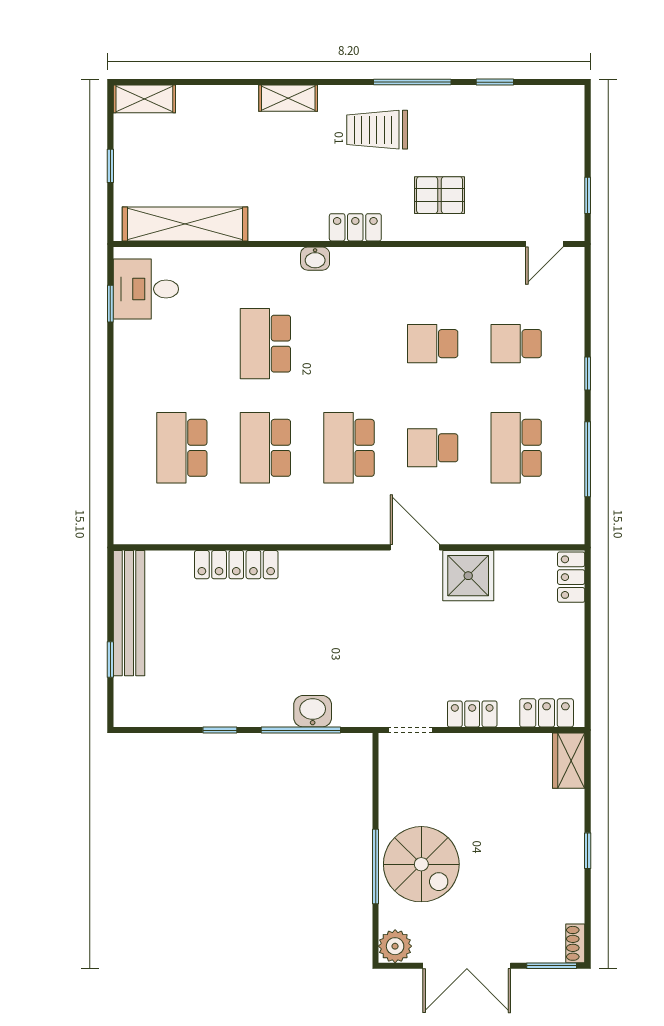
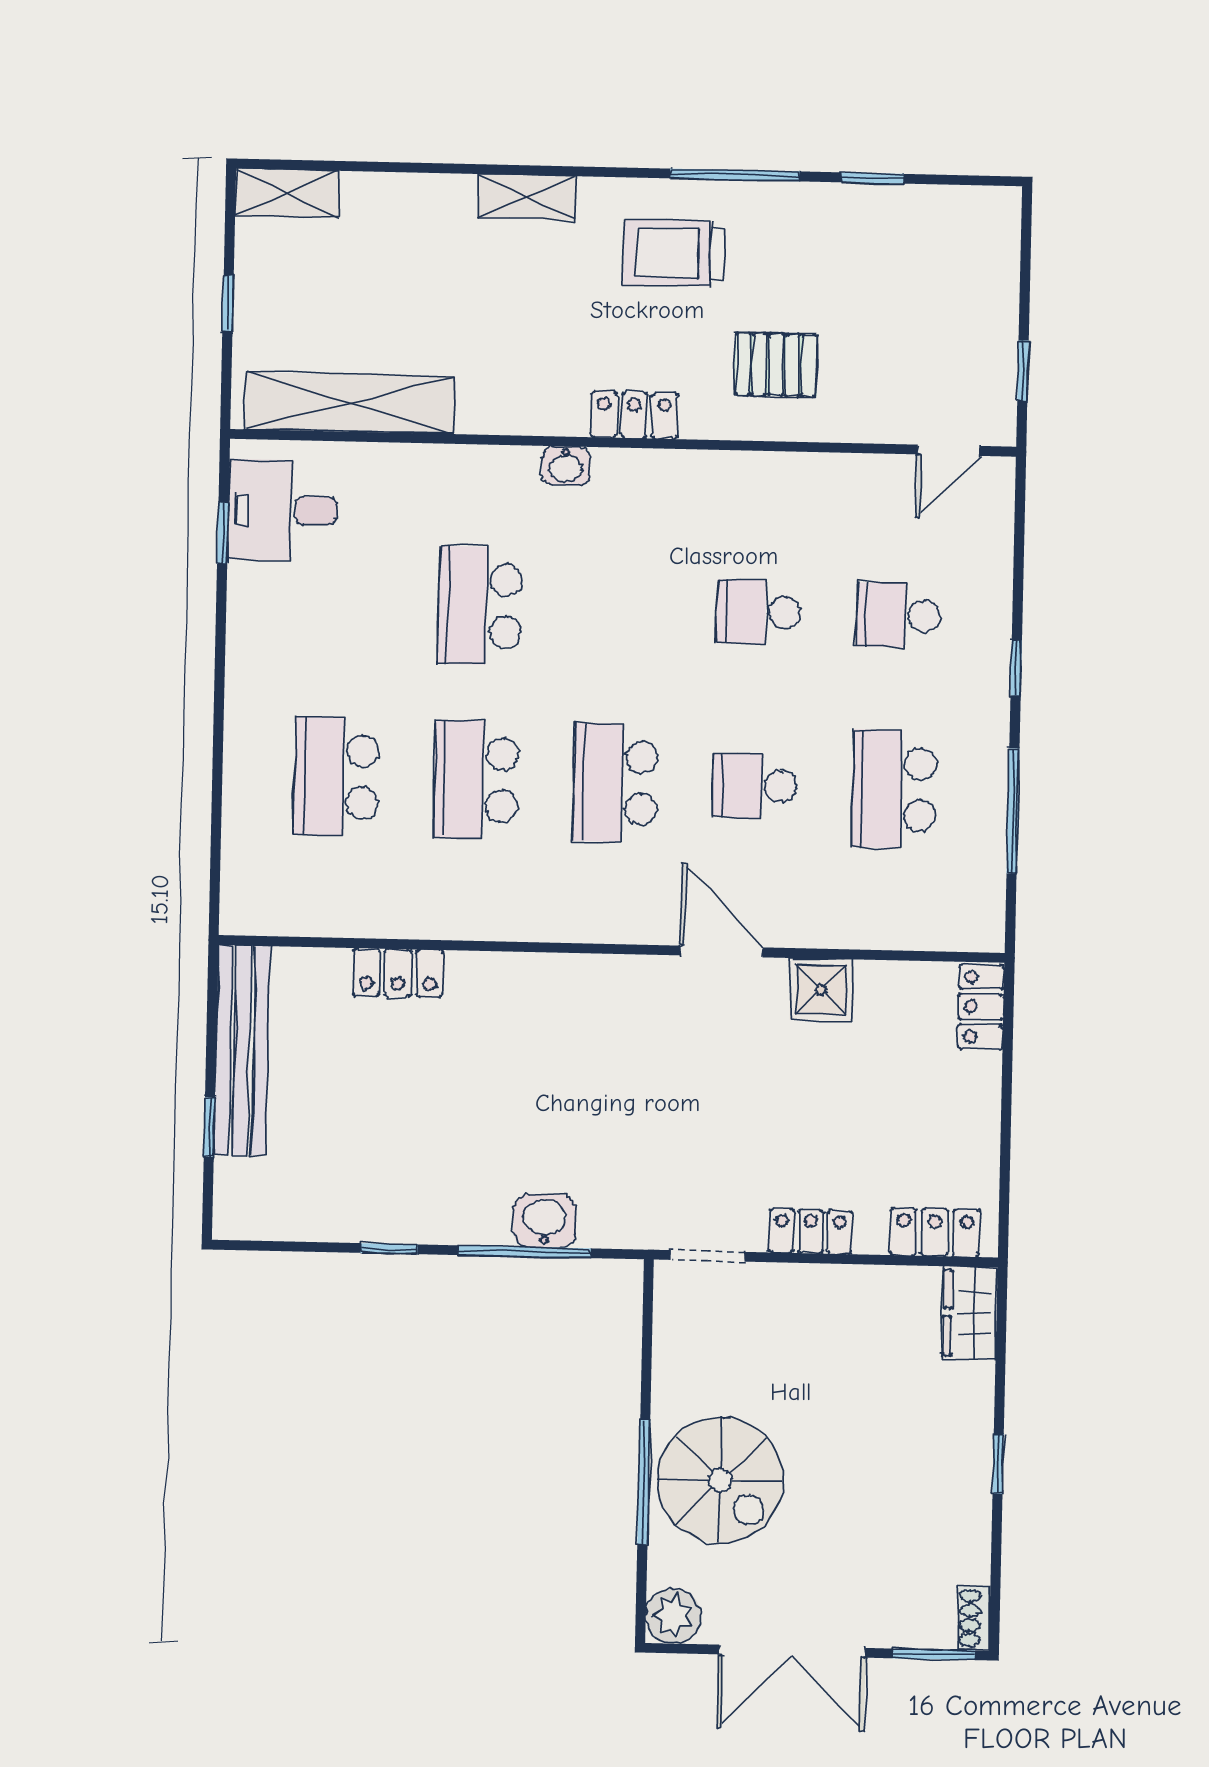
locker: (236, 565) -> (398, 973), width x0.66
shower: (468, 576) -> (821, 990), width x0.73, depth x0.73

